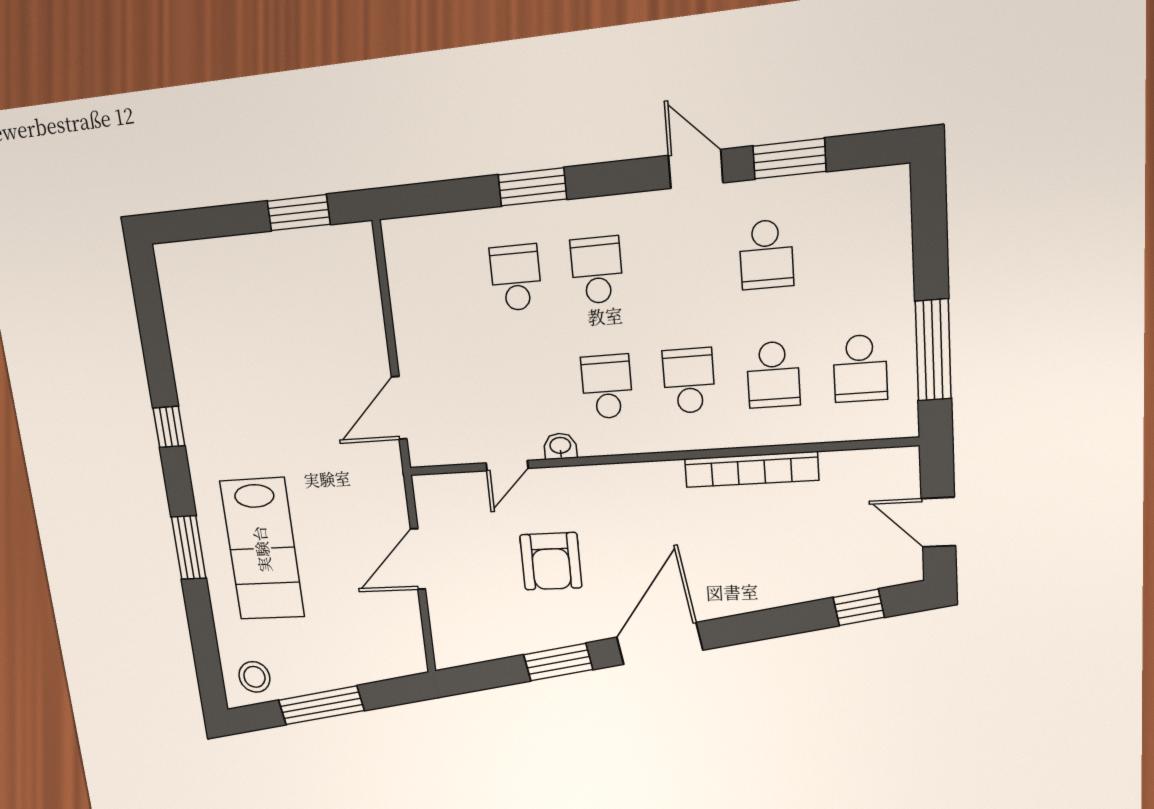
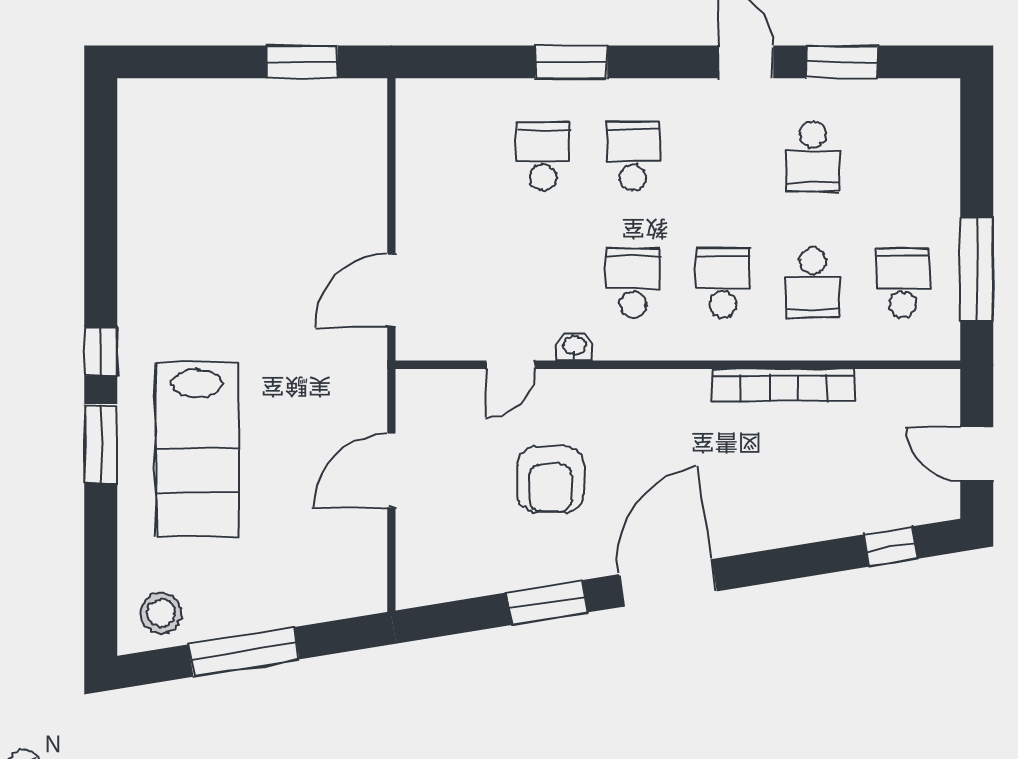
school desk: (860, 368) -> (903, 283), turned 180
window: (169, 427) -> (101, 351), moved

